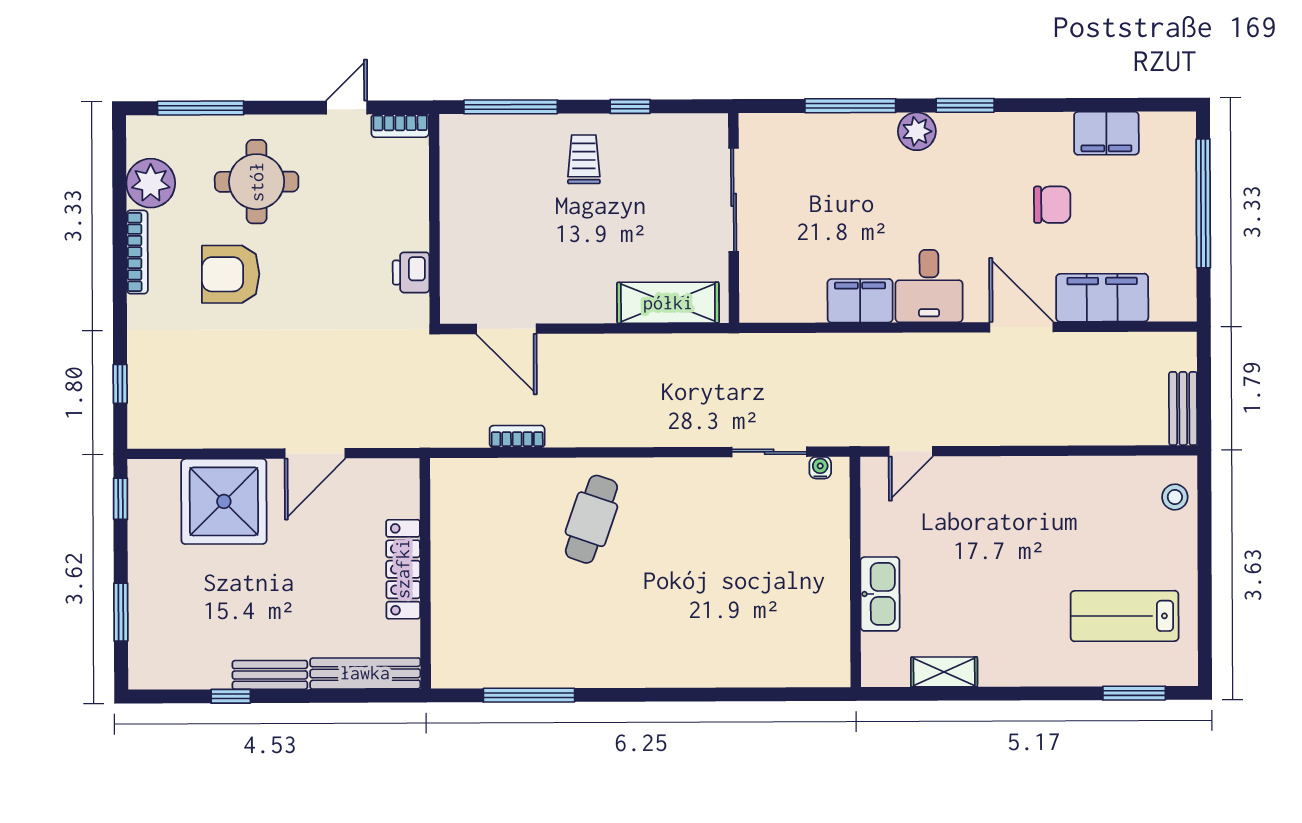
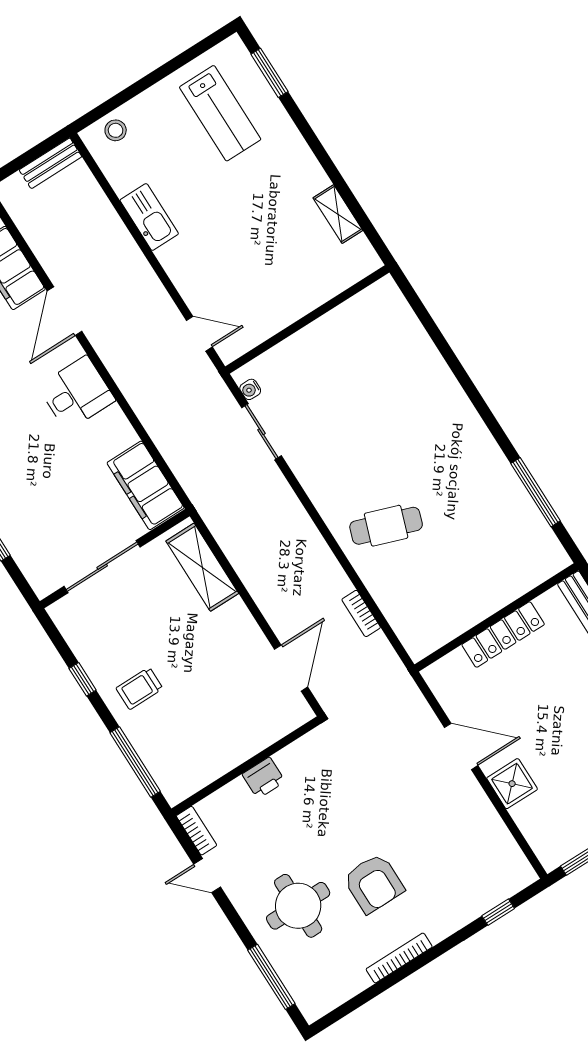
plant: (151, 183) -> (345, 979), removed
printer: (411, 272) -> (264, 778), moved
filing cabinet: (860, 301) -> (146, 485), moved, width x1.50, depth x1.17
shower: (224, 501) -> (512, 784), width x0.54, depth x0.54
kitchen sink: (880, 594) -> (149, 217), moved, turned 90

